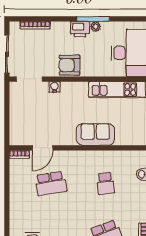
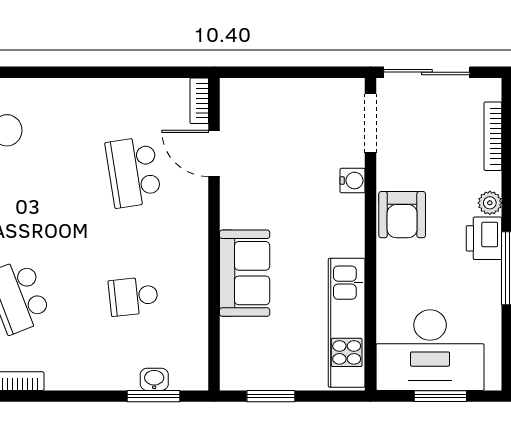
plant: (96, 27) -> (490, 203), moved
armchair: (70, 65) -> (402, 215), turned 180

